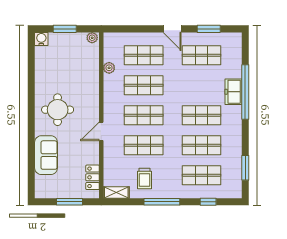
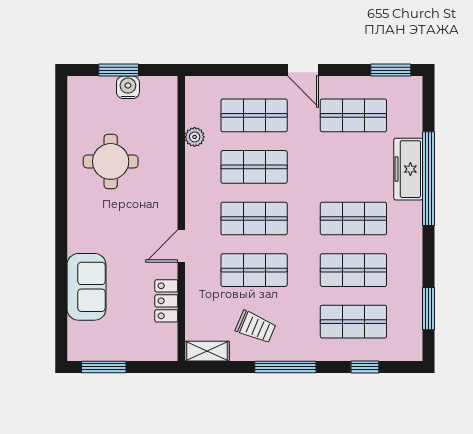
window: (209, 29) -> (391, 70), moved
plant: (92, 38) -> (166, 85), removed
water cooler: (41, 39) -> (128, 87), moved
freezer: (233, 92) -> (408, 169), width x1.40
round table: (58, 110) -> (111, 161), moved
locker: (93, 177) -> (166, 301), moved
trolley: (145, 178) -> (256, 327), turned -67
window: (69, 202) -> (104, 367), moved

